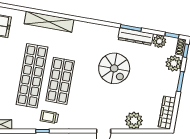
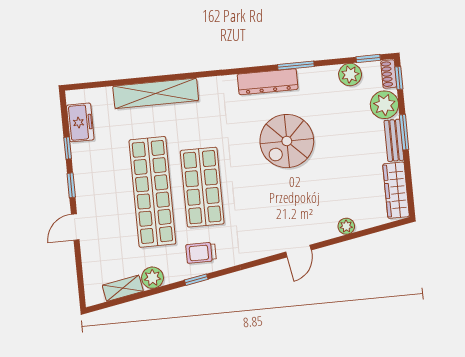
dresser: (136, 37) -> (268, 82), moved
spiral stairs: (114, 68) -> (287, 141), turned 90
bench: (174, 85) -> (394, 140), added
plant: (134, 121) -> (346, 226), width x0.53, depth x0.53
plant: (19, 123) -> (152, 278), added

